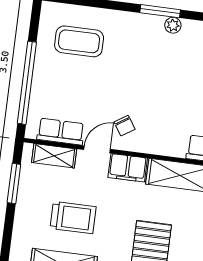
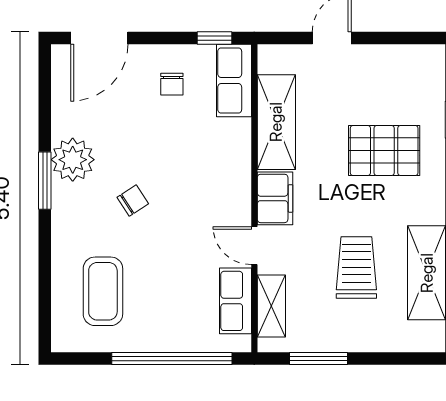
plant: (173, 25) -> (73, 160), width x1.88, depth x1.88
chair: (125, 126) -> (133, 201), moved

